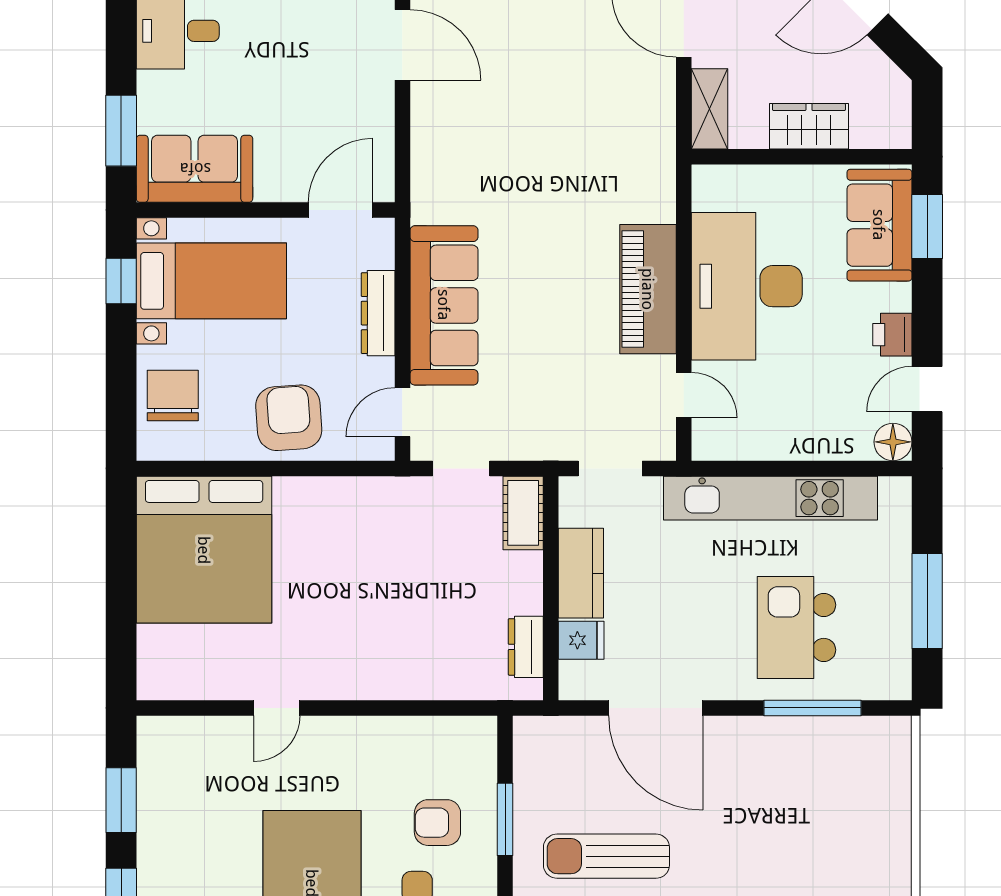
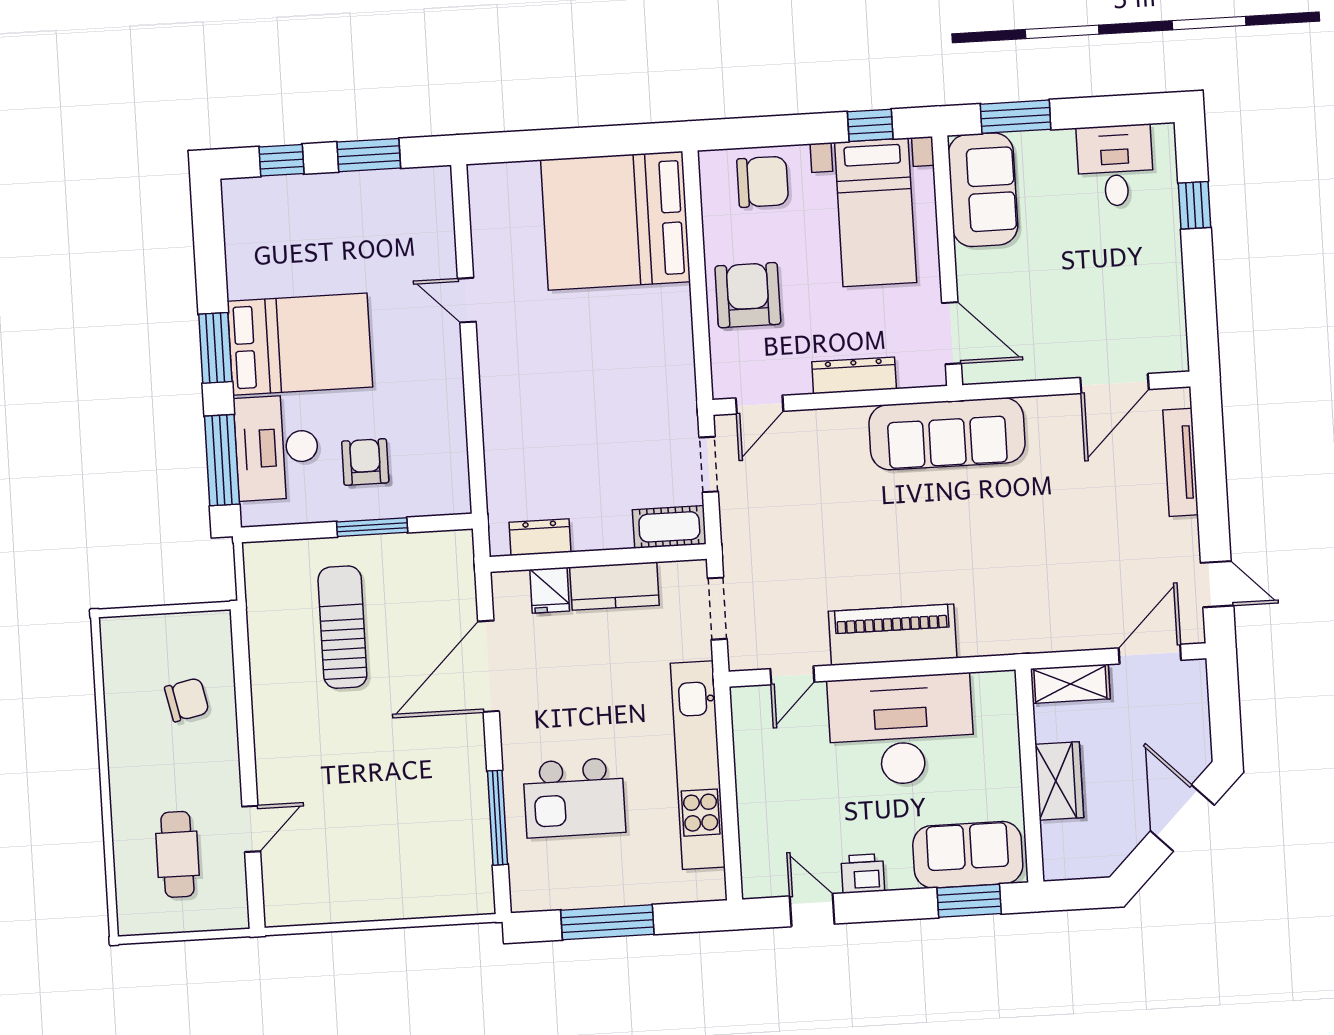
sofa: (444, 305) -> (947, 434), moved
door: (402, 412) -> (760, 405), swing flipped
armchair: (289, 418) -> (748, 295), turned -86
floor lamp: (893, 442) -> (759, 880), removed
kitchen island: (796, 627) -> (574, 798), turned 180

